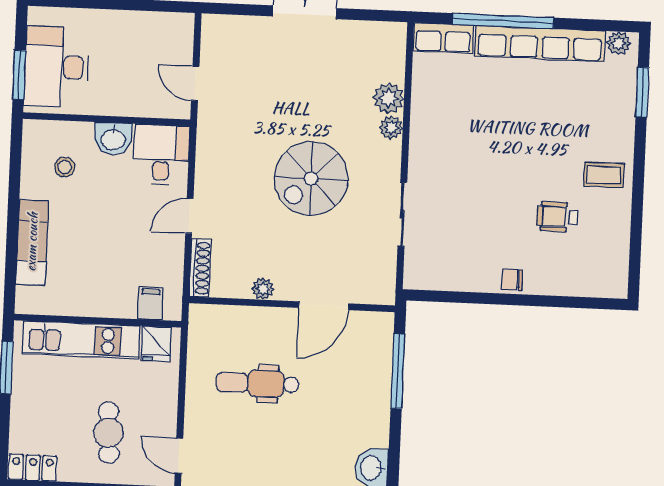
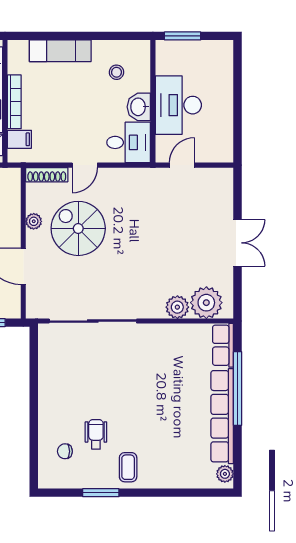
desk: (57, 67) -> (178, 105), moved, turned -90
window: (642, 92) -> (101, 493), moved
plant: (391, 128) -> (206, 303), moved, width x1.88, depth x1.88
spiral stairs: (311, 179) -> (78, 228), moved
sliding door: (402, 214) -> (93, 321), width x1.86
door: (189, 216) -> (85, 165), swing flipped
chair: (512, 280) -> (65, 451), moved, turned -90
bookcase: (99, 308) -> (14, 102), added

